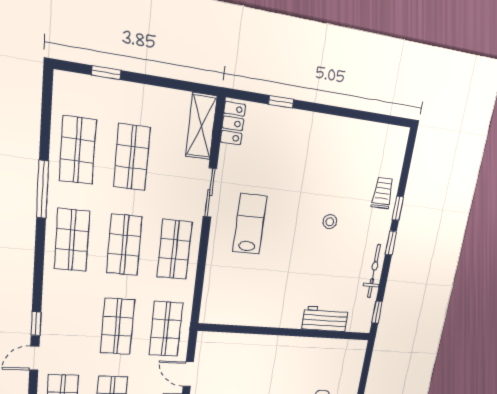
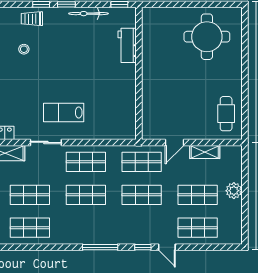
window: (42, 189) -> (100, 247), moved
stool: (330, 222) -> (24, 49), moved
shop shelf: (72, 240) -> (86, 228), removed

